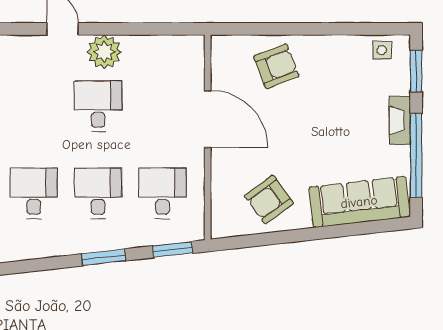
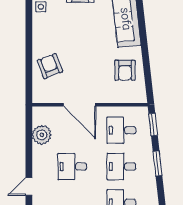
plant: (104, 52) -> (42, 135), moved
door: (208, 119) -> (80, 105), swing flipped
armchair: (269, 200) -> (125, 70), turned 36

